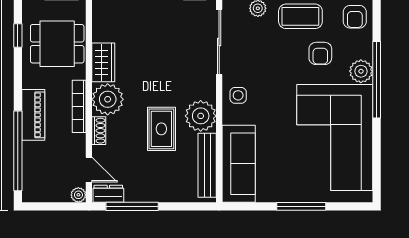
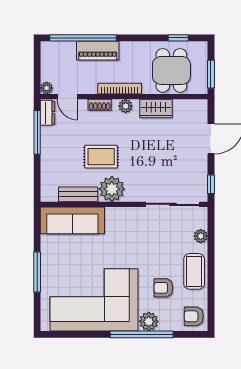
side table: (238, 95) -> (129, 220), removed
plant: (108, 99) -> (126, 106), width x0.53, depth x0.53
piano: (33, 115) -> (98, 51), moved
bench: (207, 165) -> (78, 194), width x0.73
door: (89, 170) -> (67, 97), hinge flipped

